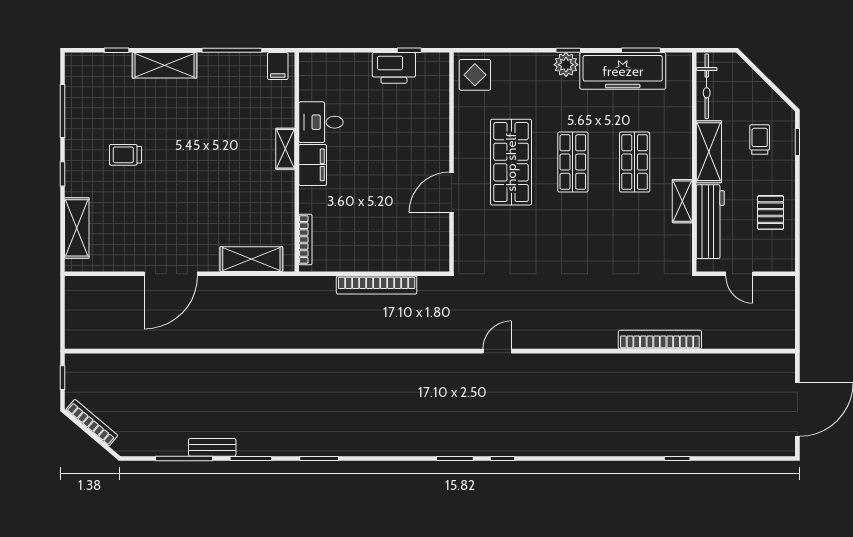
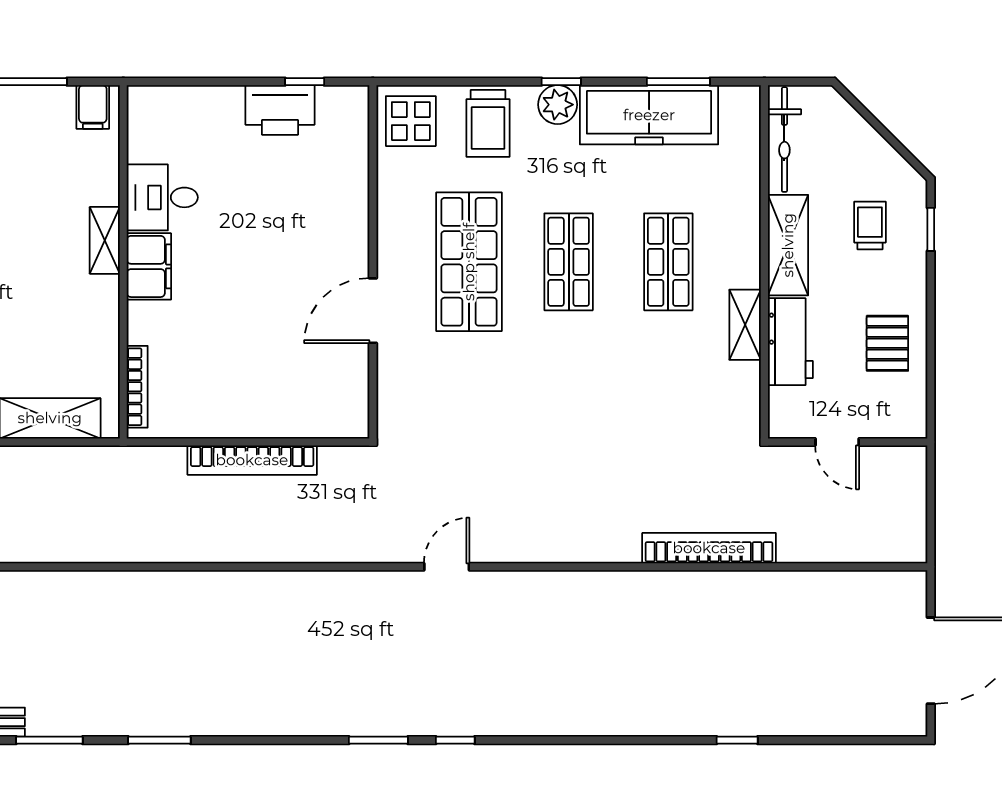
trolley: (523, 76) -> (488, 123), added
workbench: (710, 222) -> (790, 342), width x0.73

